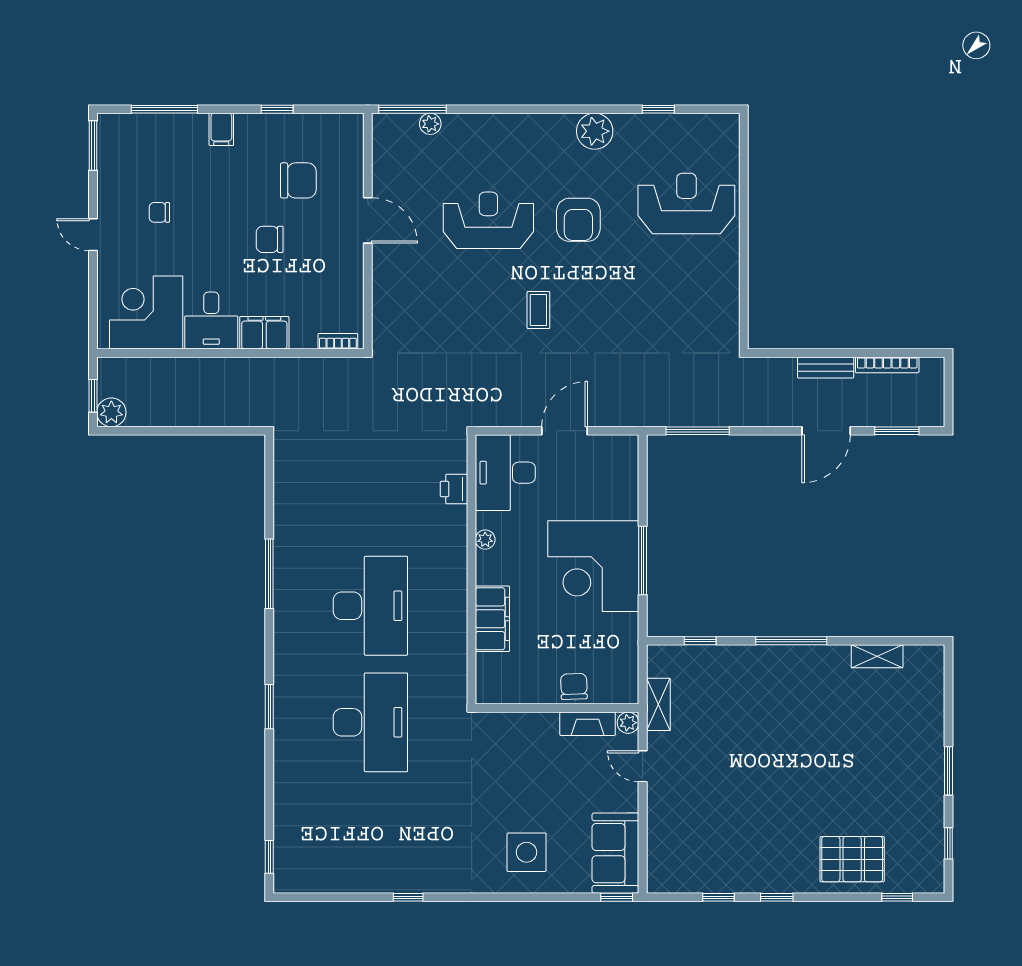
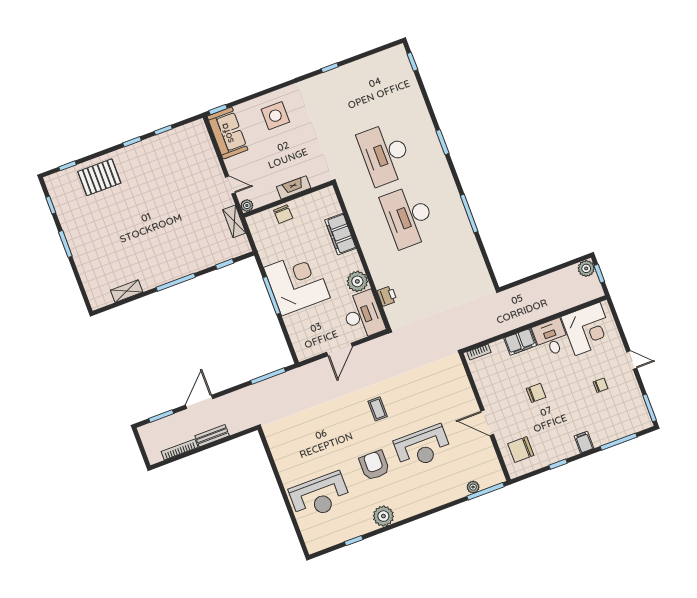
chair: (298, 180) -> (521, 450), moved
plant: (485, 540) -> (357, 281), width x1.88, depth x1.88
fireplace: (588, 724) -> (294, 187), moved

